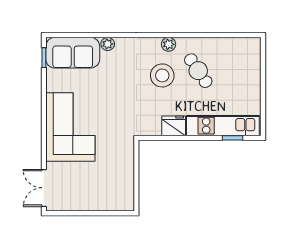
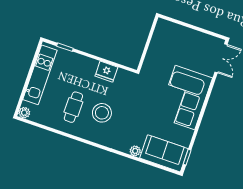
plant: (169, 44) -> (24, 113), moved
cafe table: (198, 71) -> (73, 107), turned 34
kitchen unit: (223, 126) -> (40, 75), moved, turned -90

